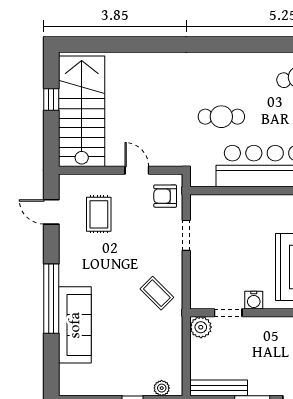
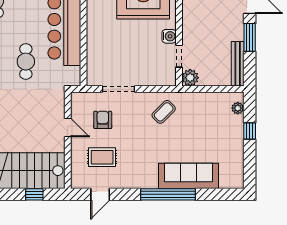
window: (51, 99) -> (34, 194), moved
door: (137, 170) -> (68, 128), swing flipped
armchair: (165, 196) -> (103, 120), moved, turned 180
doorway: (186, 235) -> (119, 89), width x1.38

